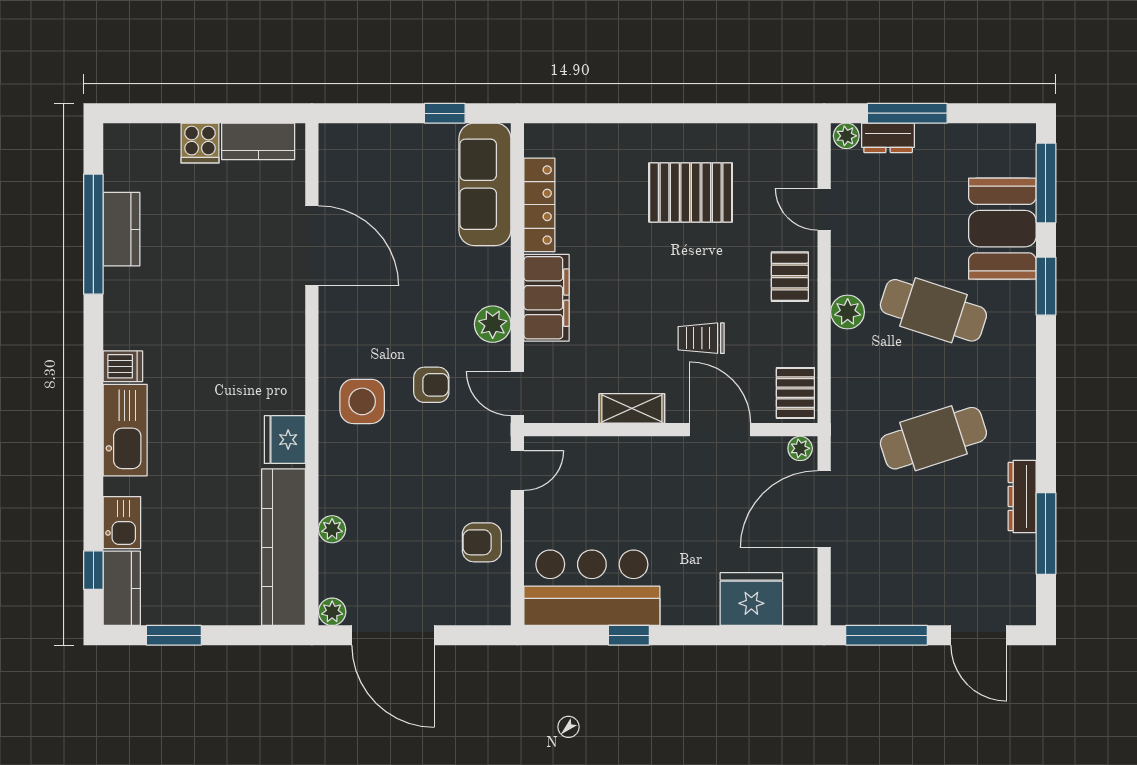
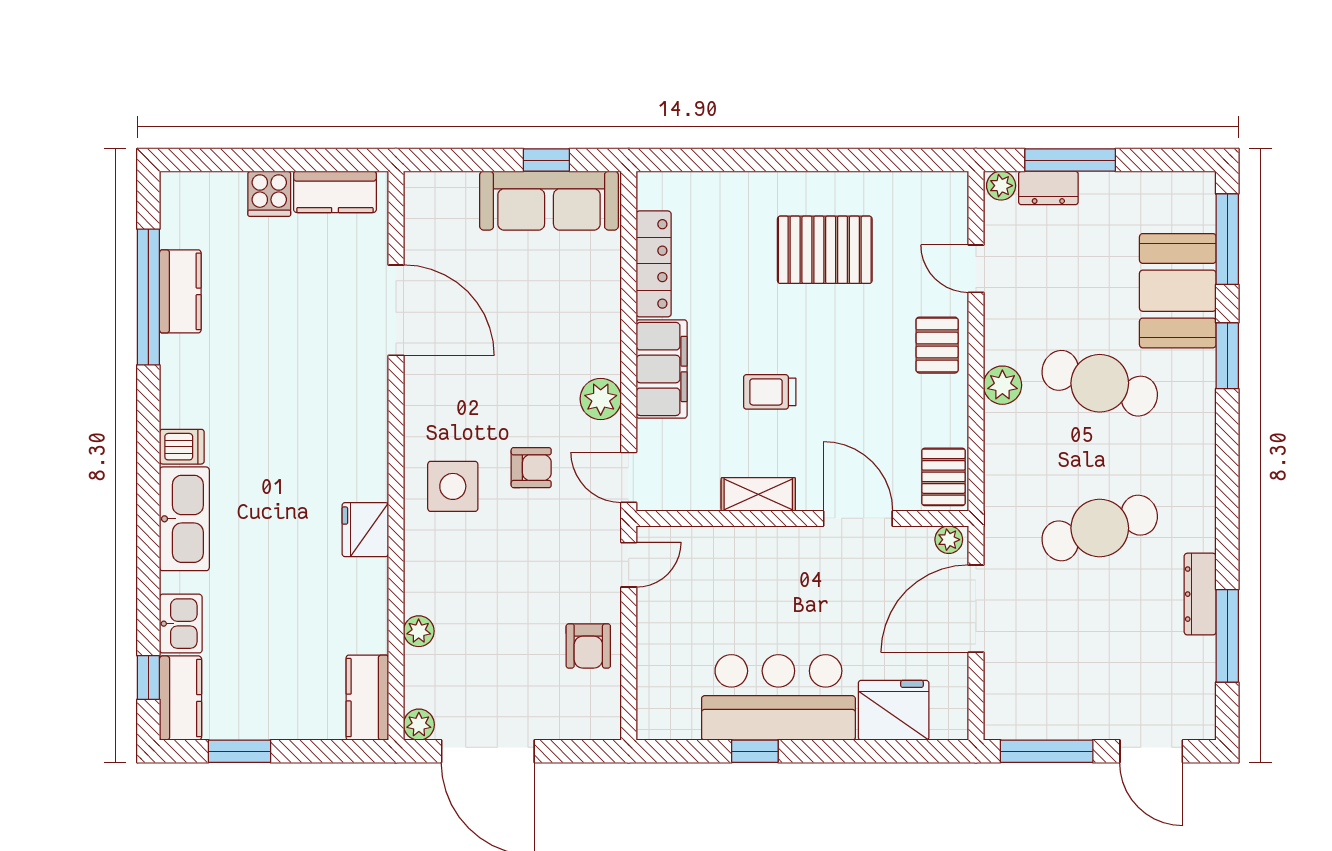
sofa: (485, 184) -> (549, 201), moved, turned -90
trolley: (701, 338) -> (770, 392), moved
armchair: (482, 542) -> (588, 646), turned -90
kitchen counter: (283, 547) -> (367, 698), width x0.48, depth x0.86
bar counter: (592, 588) -> (778, 697), moved

